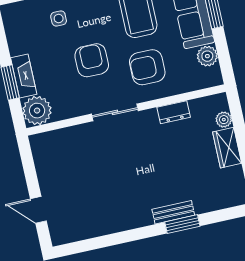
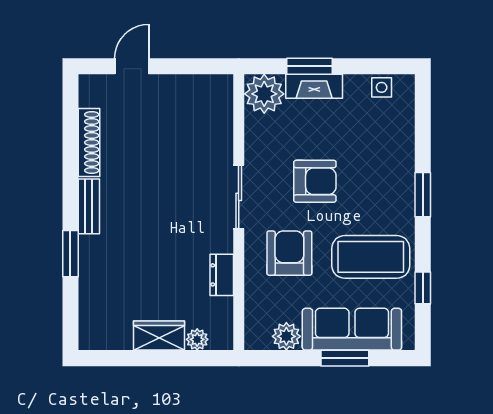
side table: (59, 19) -> (382, 87), moved
bench: (173, 212) -> (89, 206), moved
shoe rack: (100, 228) -> (89, 143), added

